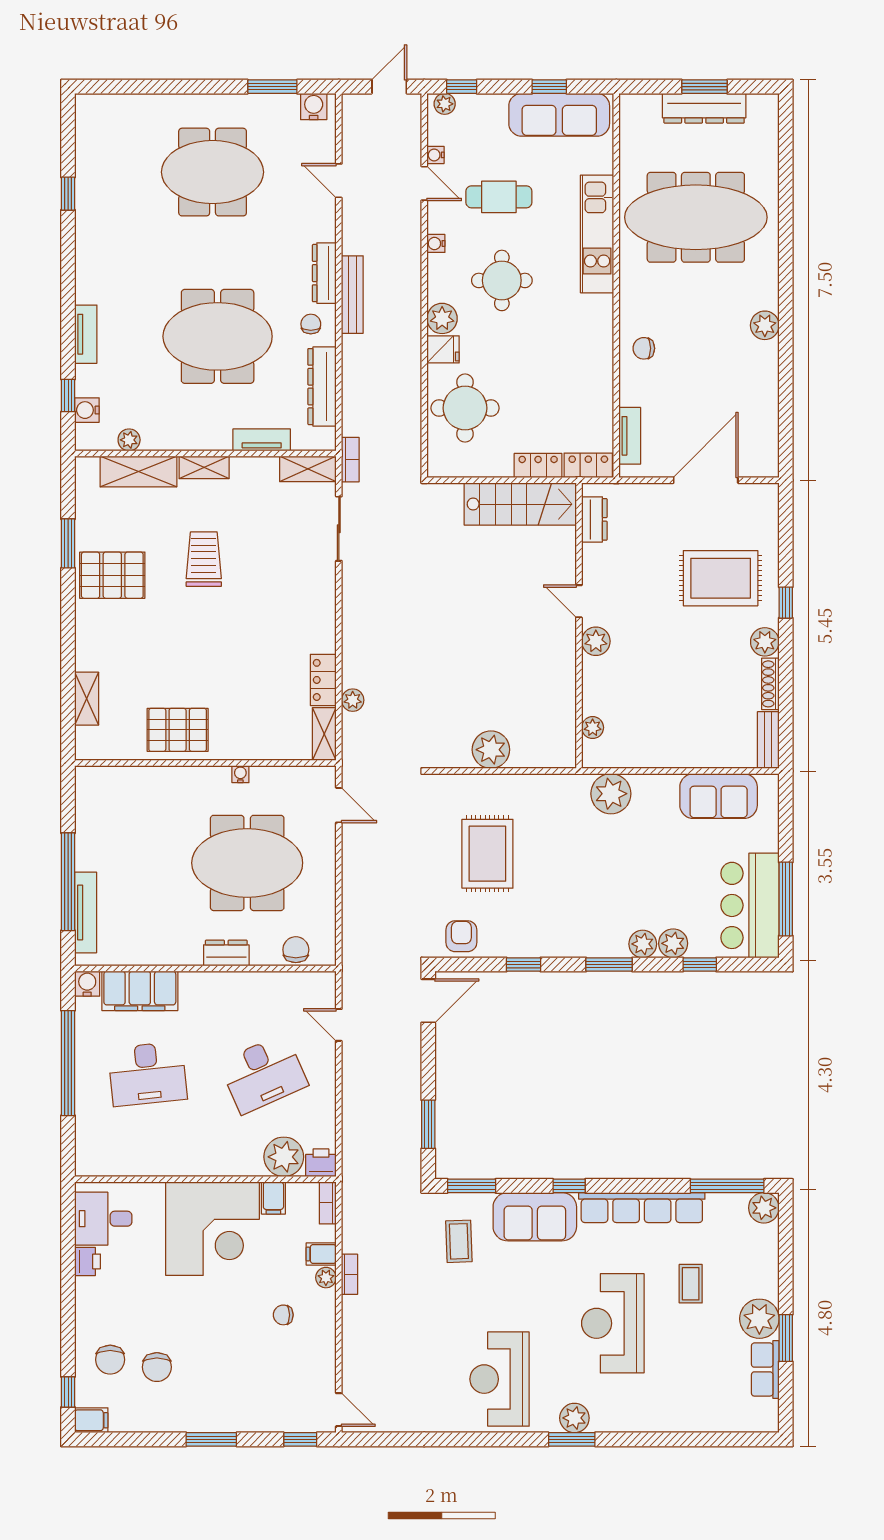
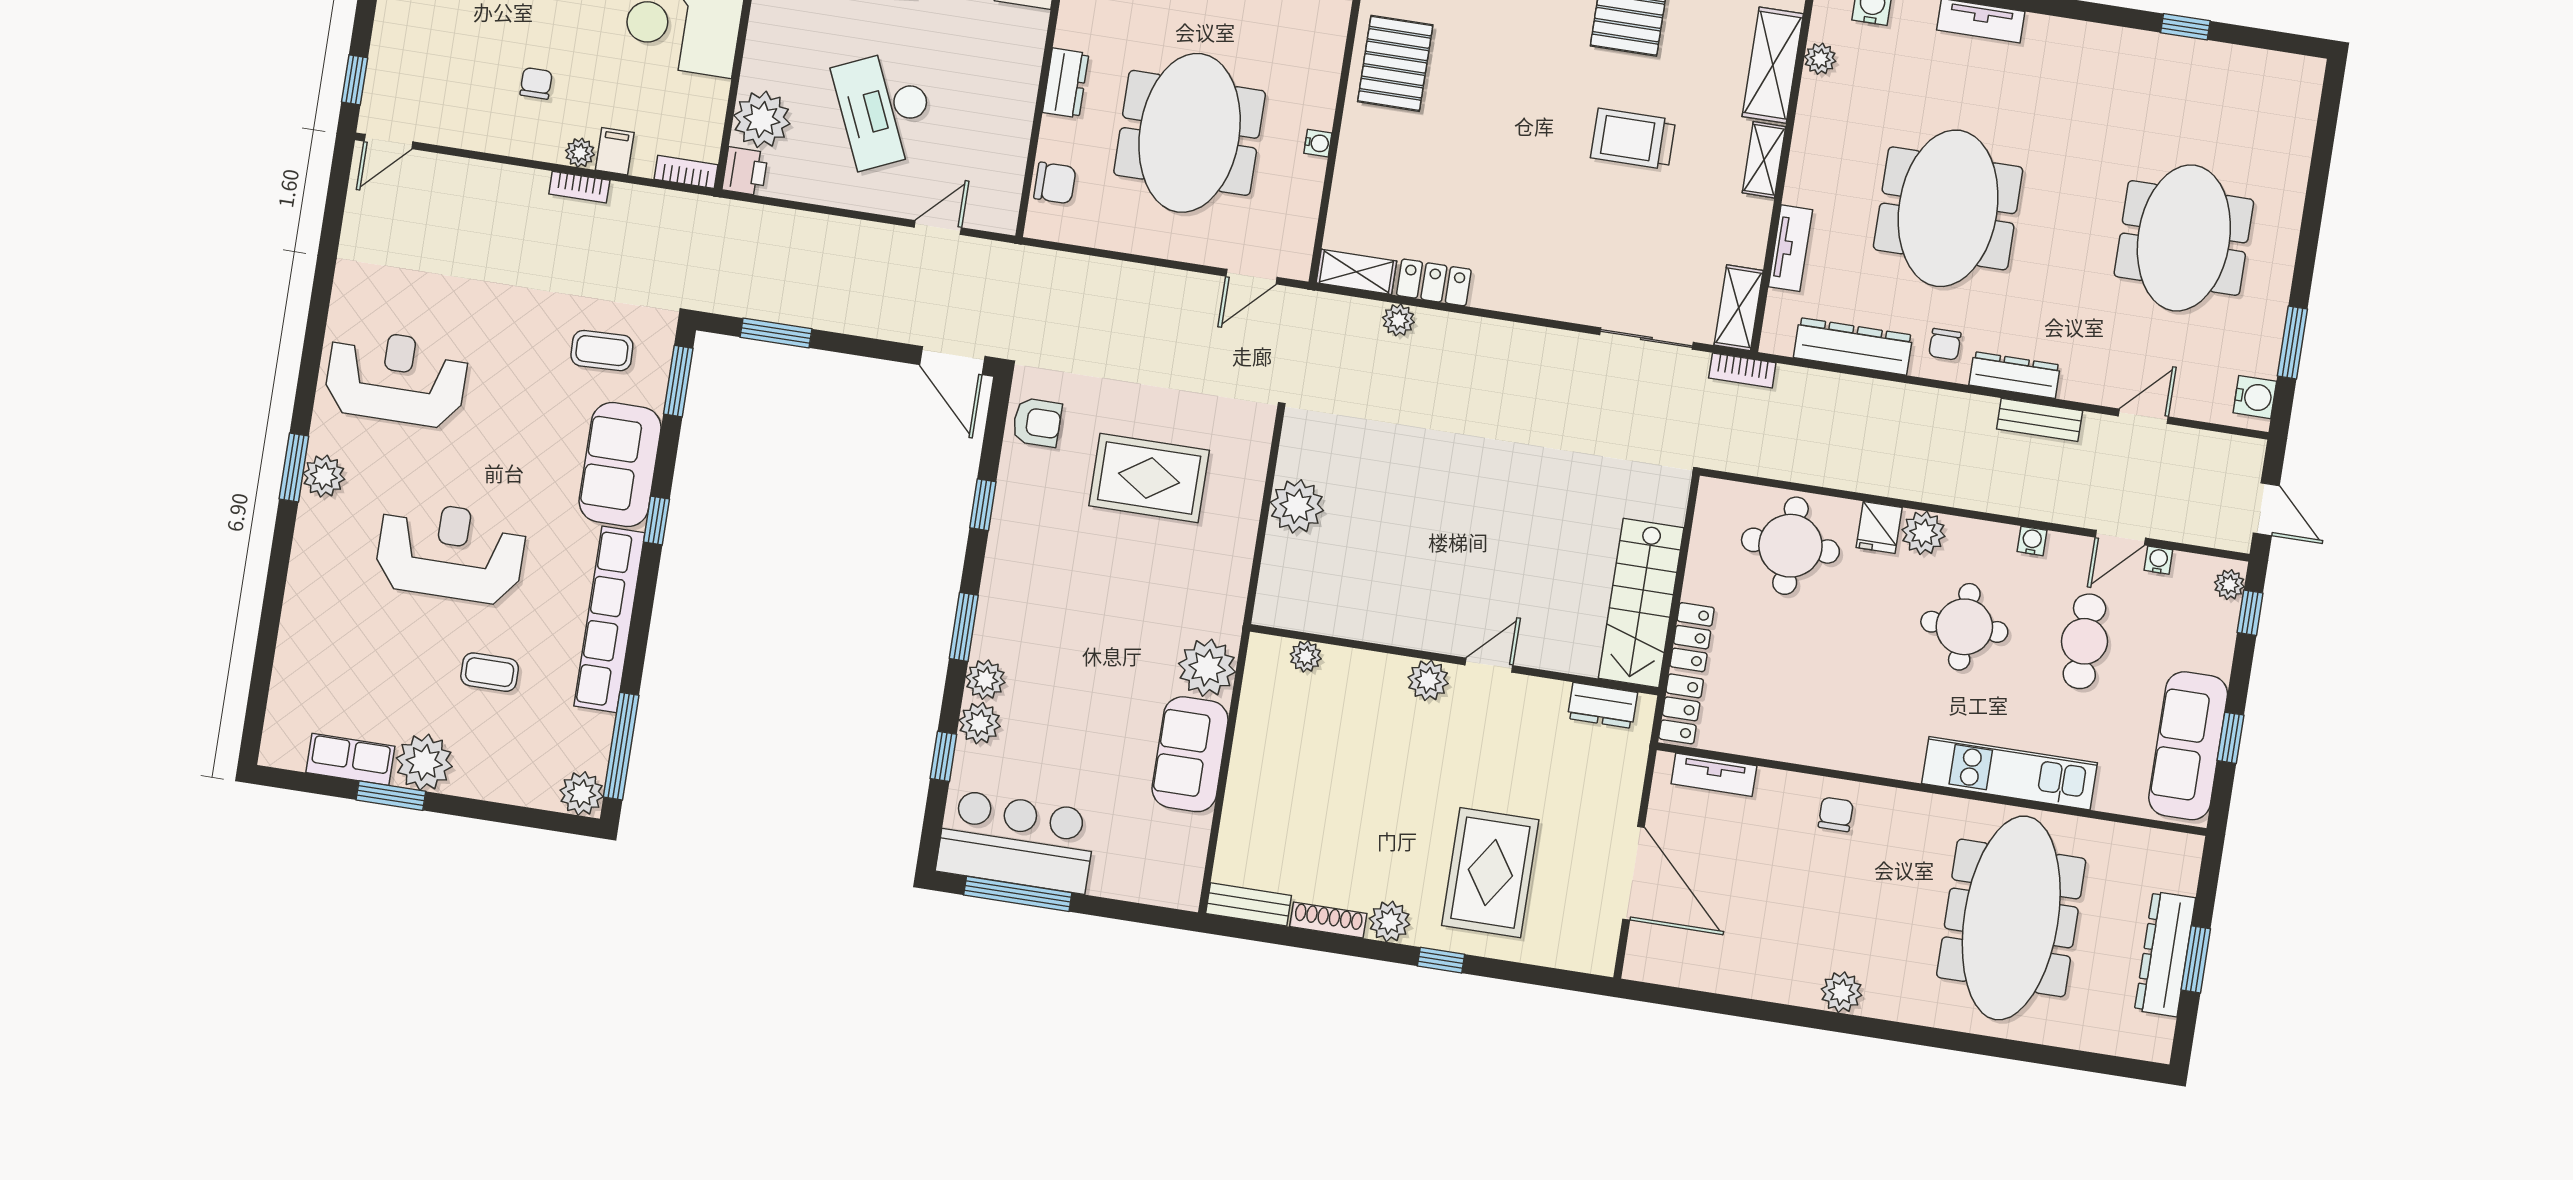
bench: (352, 295) -> (2040, 420), moved, width x0.73
chair: (311, 324) -> (1945, 344), turned 90
trolley: (204, 559) -> (1633, 139), turned 180
sofa: (719, 796) -> (1190, 754), moved
filing cabinet: (273, 1198) -> (705, 96), removed

